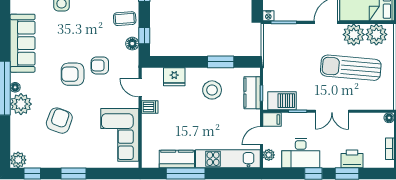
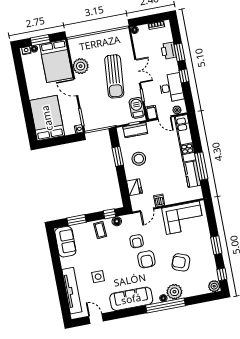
plant: (376, 34) -> (77, 50), removed
sun lounger: (351, 68) -> (114, 76), moved

